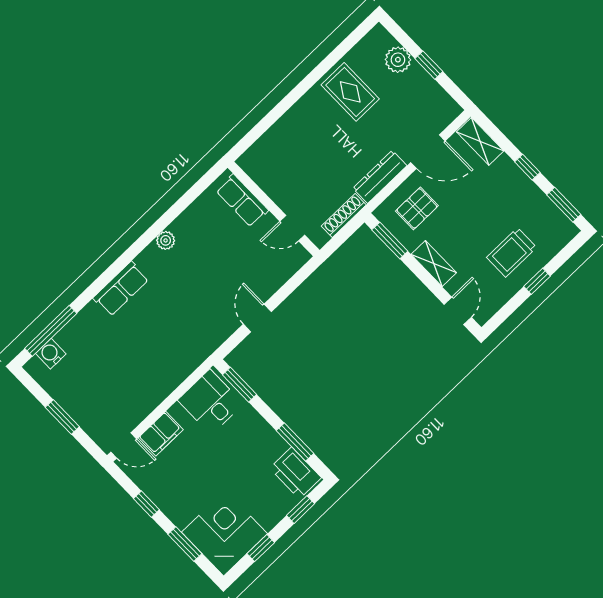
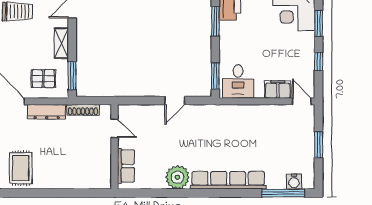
plant: (166, 240) -> (177, 177), width x1.88, depth x1.88
row of seats: (121, 289) -> (228, 180), width x2.02

